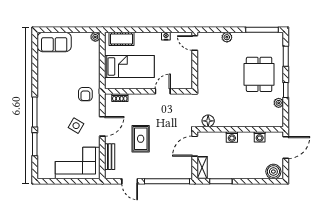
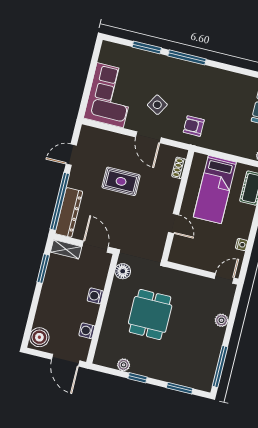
dining table: (259, 74) -> (150, 314), moved, turned 90
bench: (110, 157) -> (108, 137), removed
dresser: (174, 172) -> (69, 212), added

